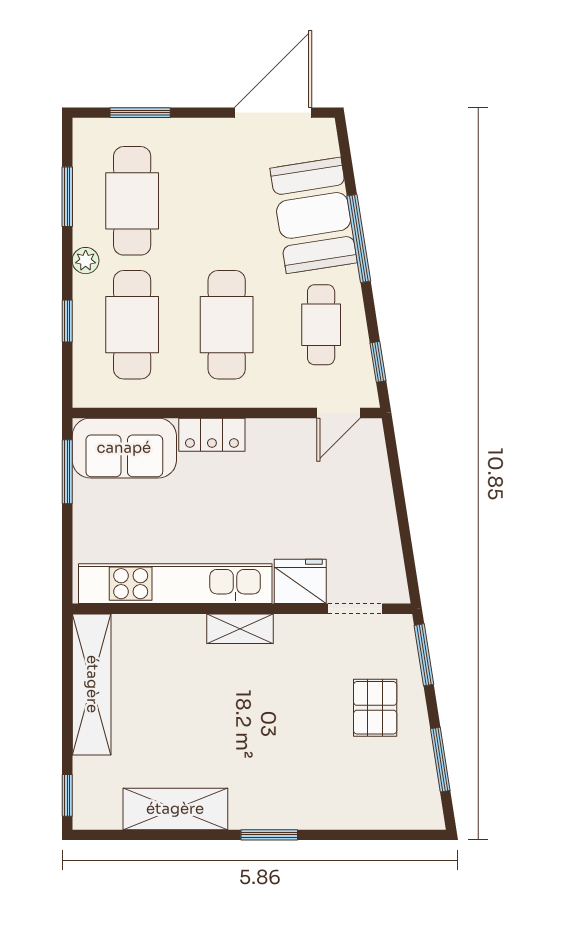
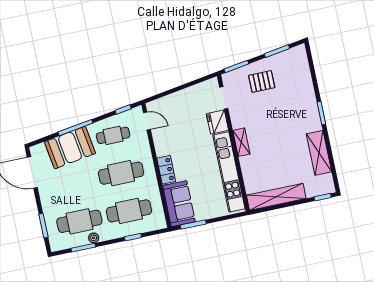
plant: (86, 261) -> (94, 238), moved

